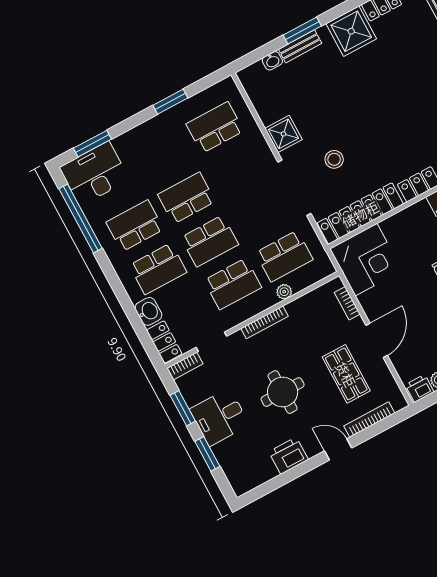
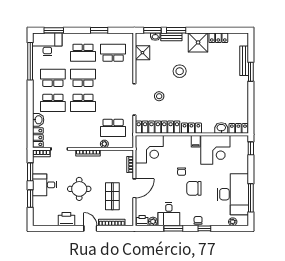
window: (262, 52) -> (152, 30), added
stool: (346, 98) -> (180, 71), added
shower: (283, 134) -> (142, 53), moved
school desk: (233, 284) -> (83, 53), moved

